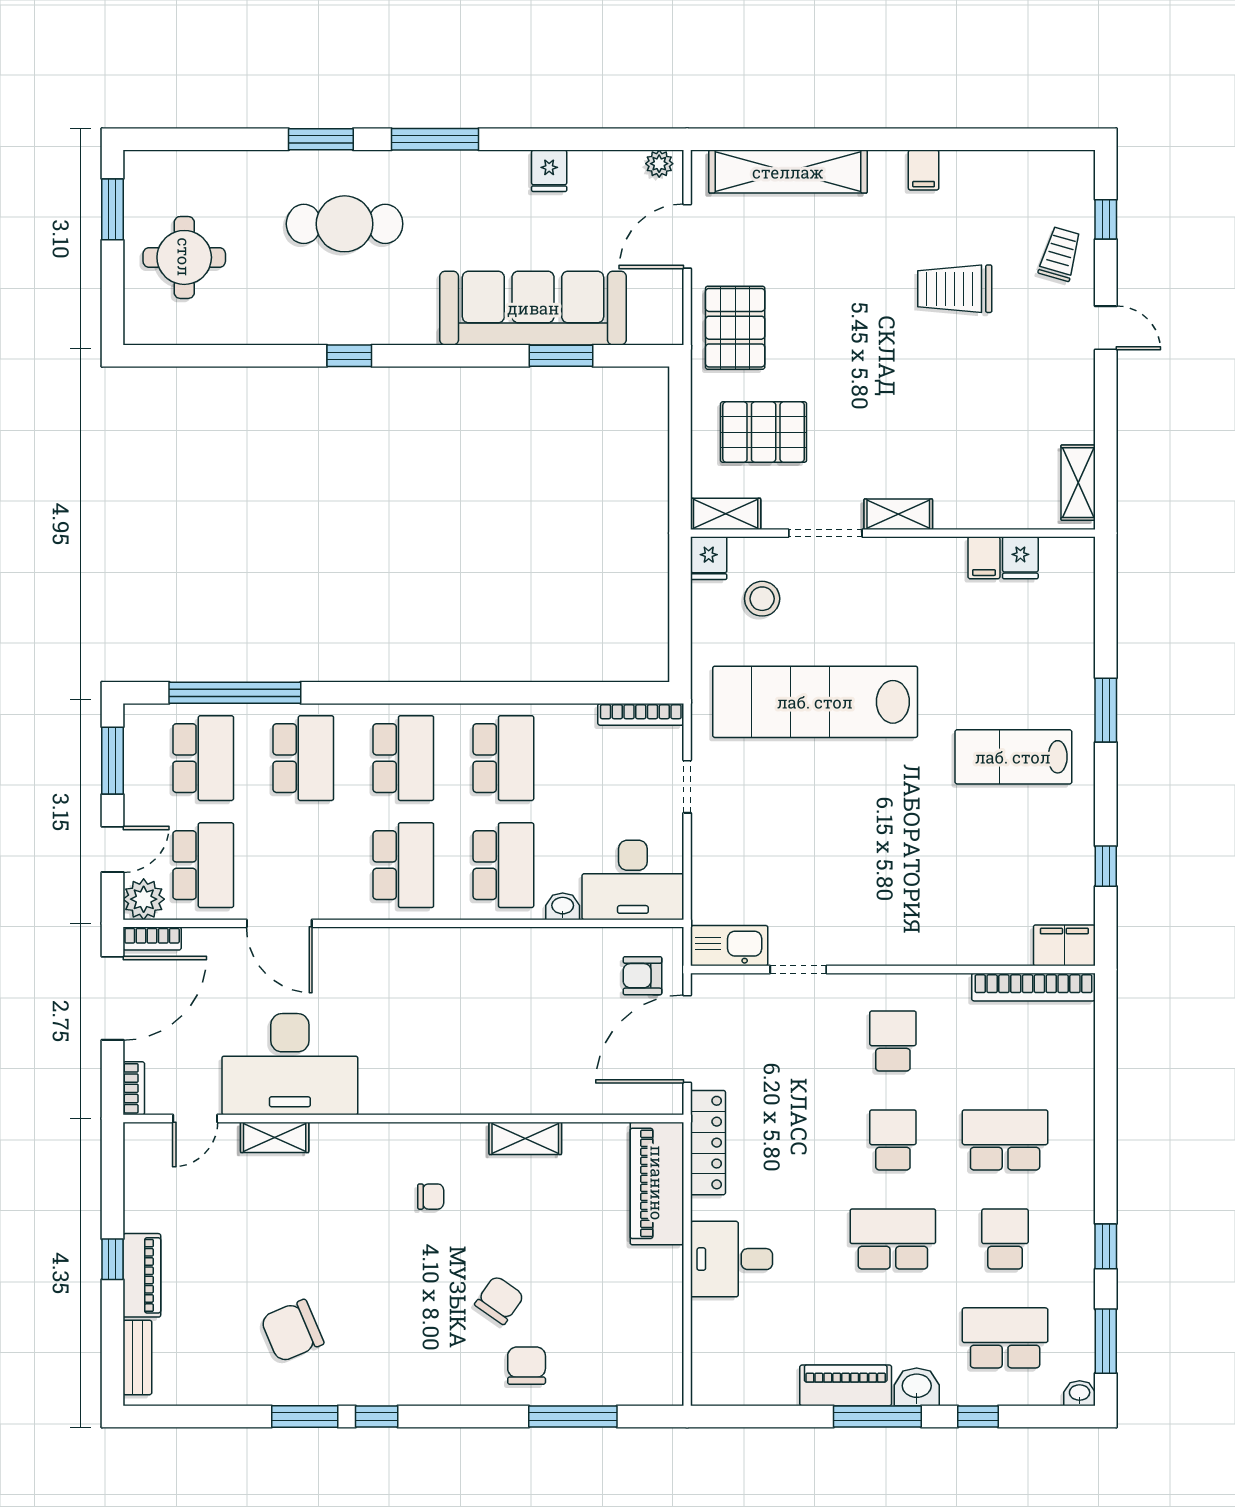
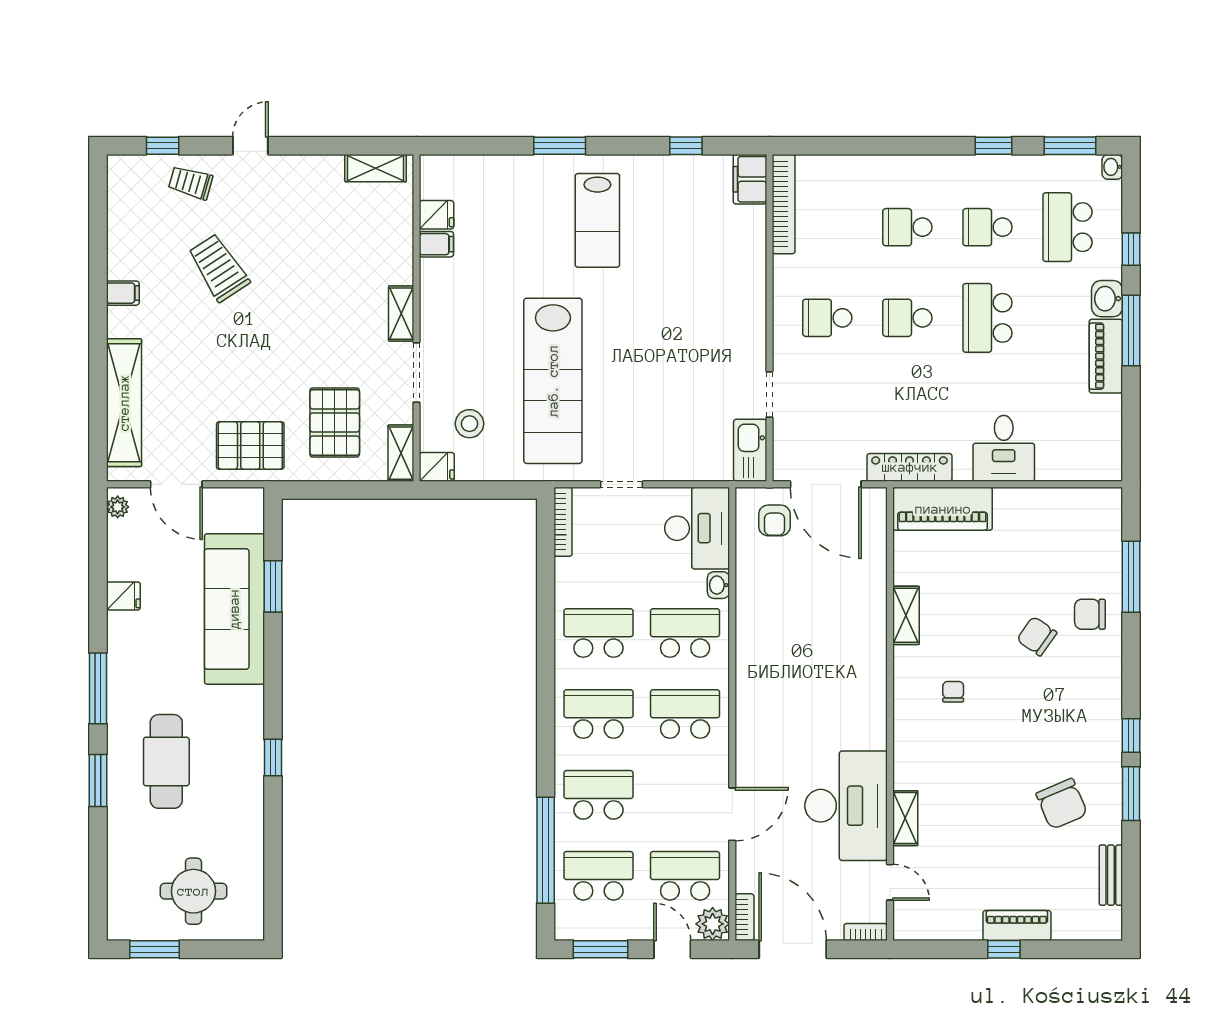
trolley: (955, 289) -> (219, 268), turned 147
school desk: (1005, 1140) -> (907, 227), width x0.54
bench: (137, 1357) -> (1111, 875), moved, turned 90

